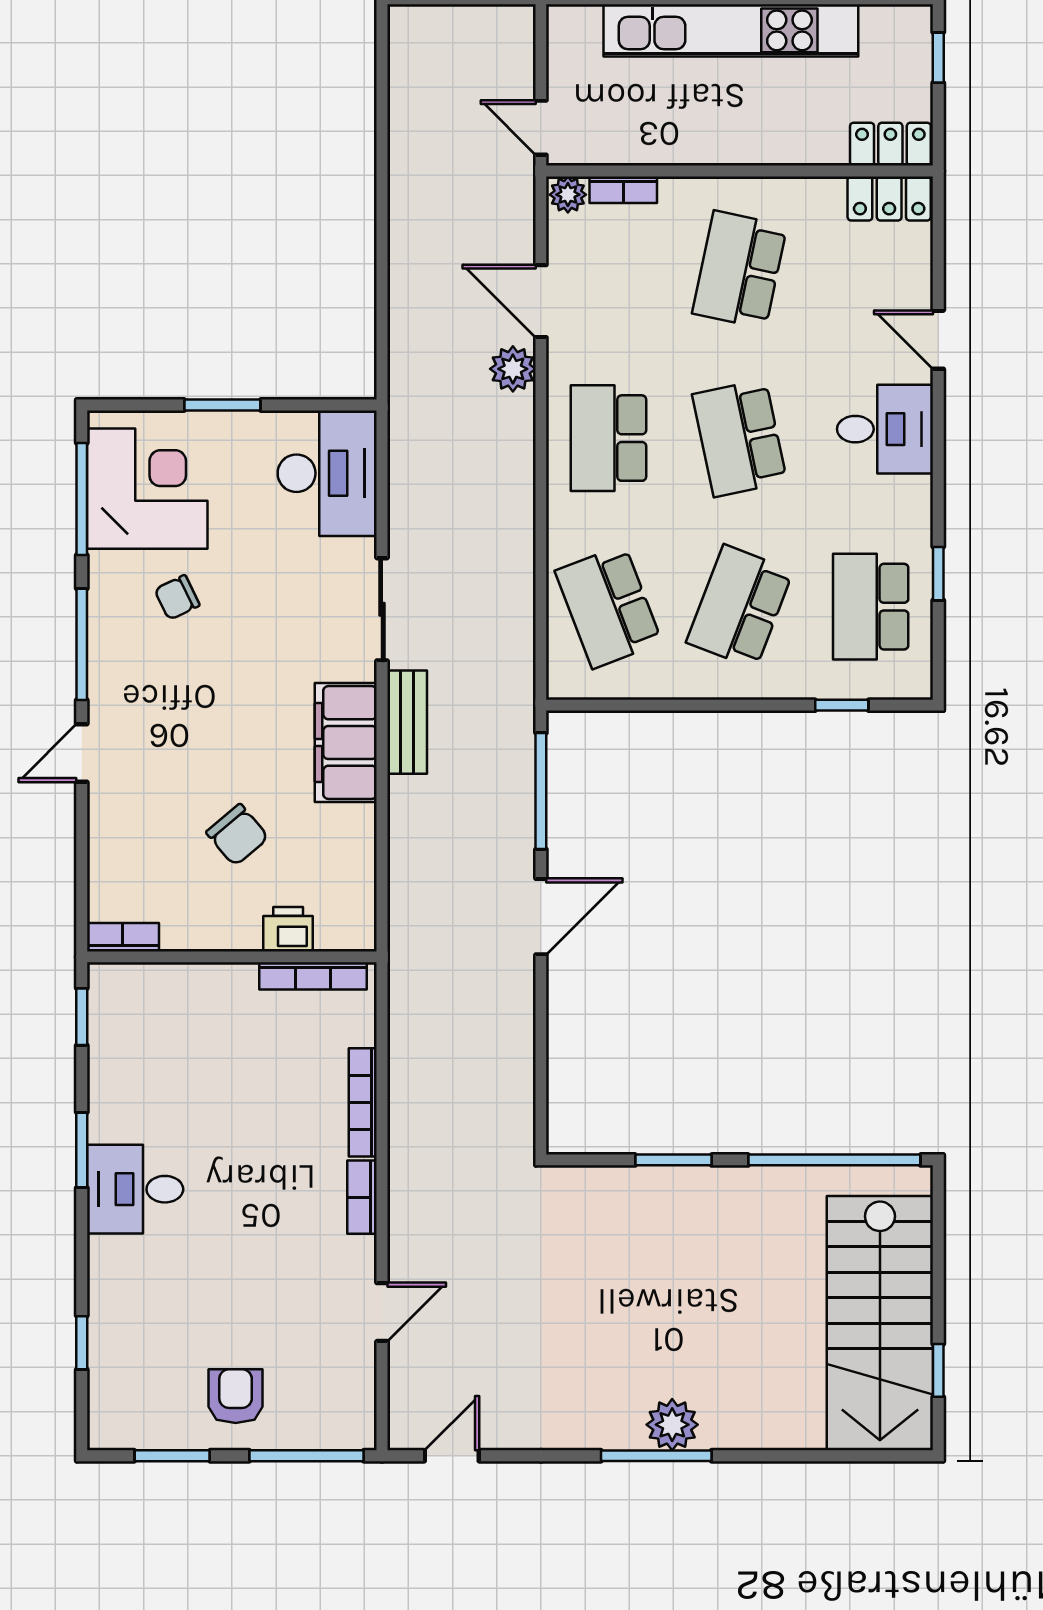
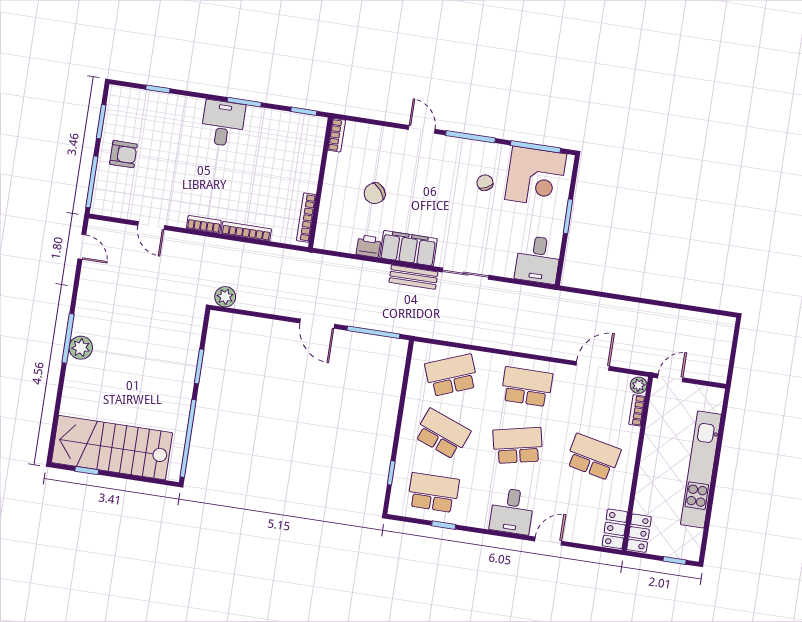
plant: (513, 369) -> (225, 297), moved
desk: (327, 473) -> (538, 260), width x0.73
printer: (288, 929) -> (369, 246), moved, turned -90

